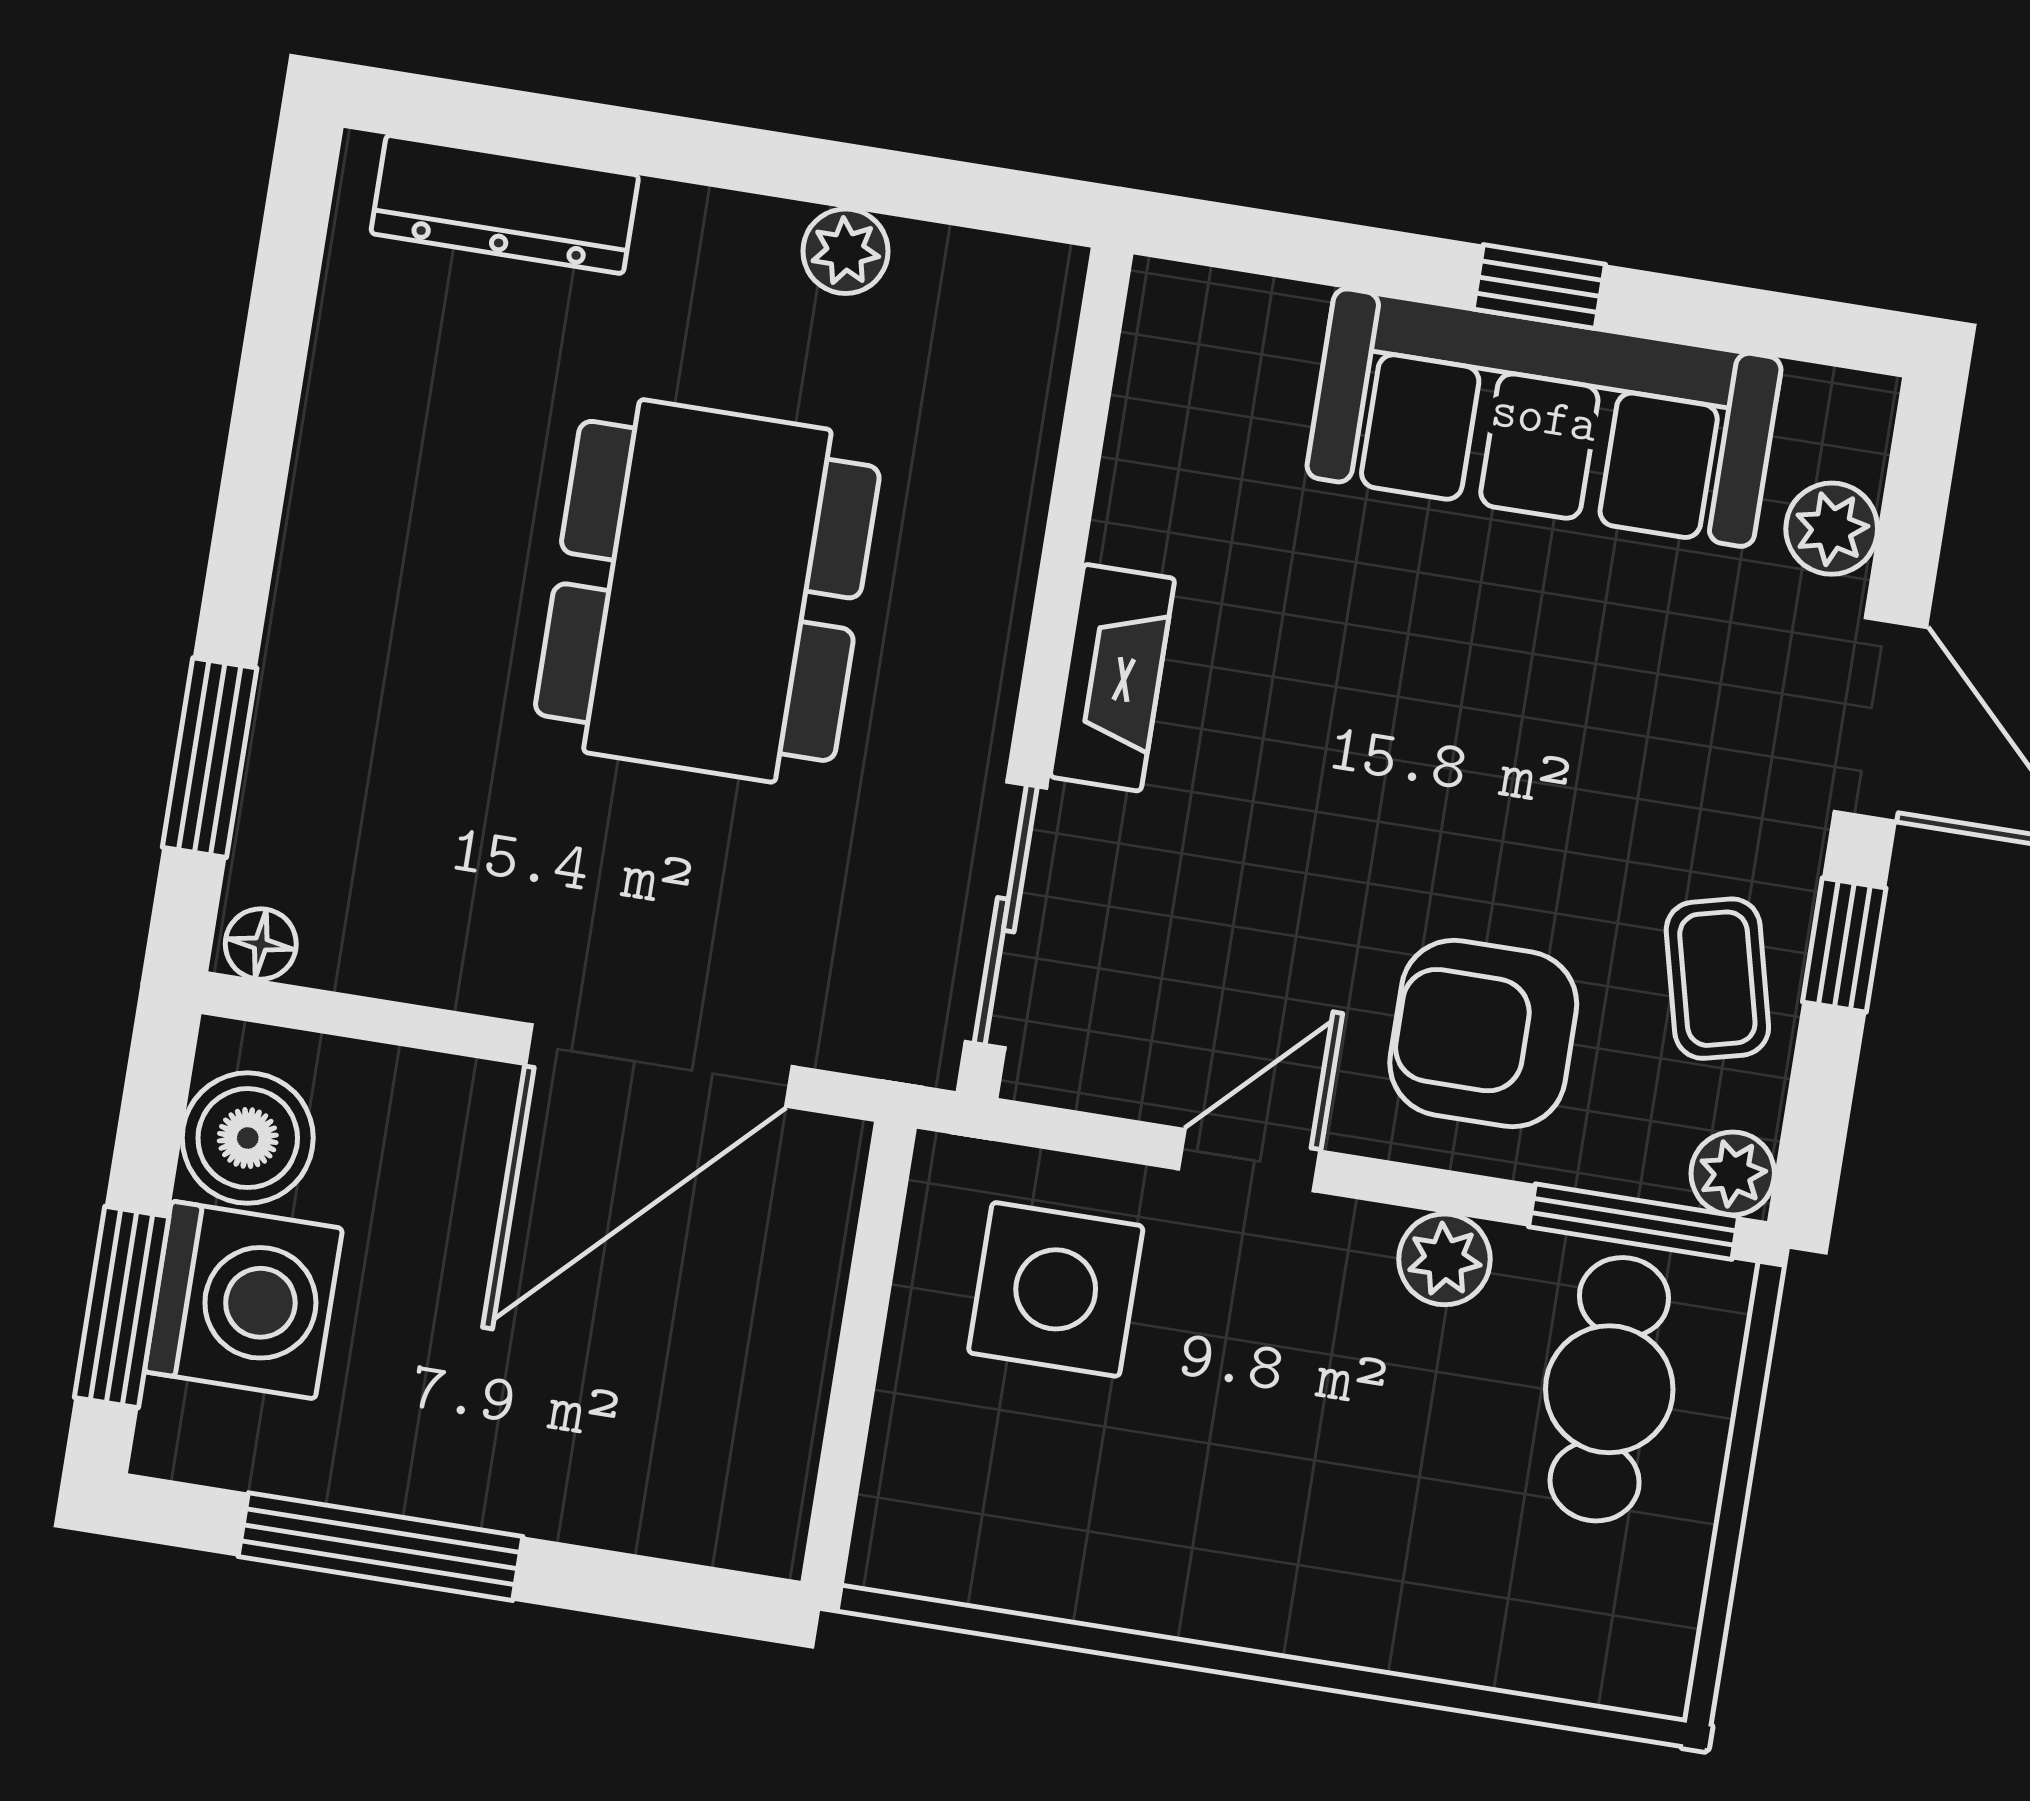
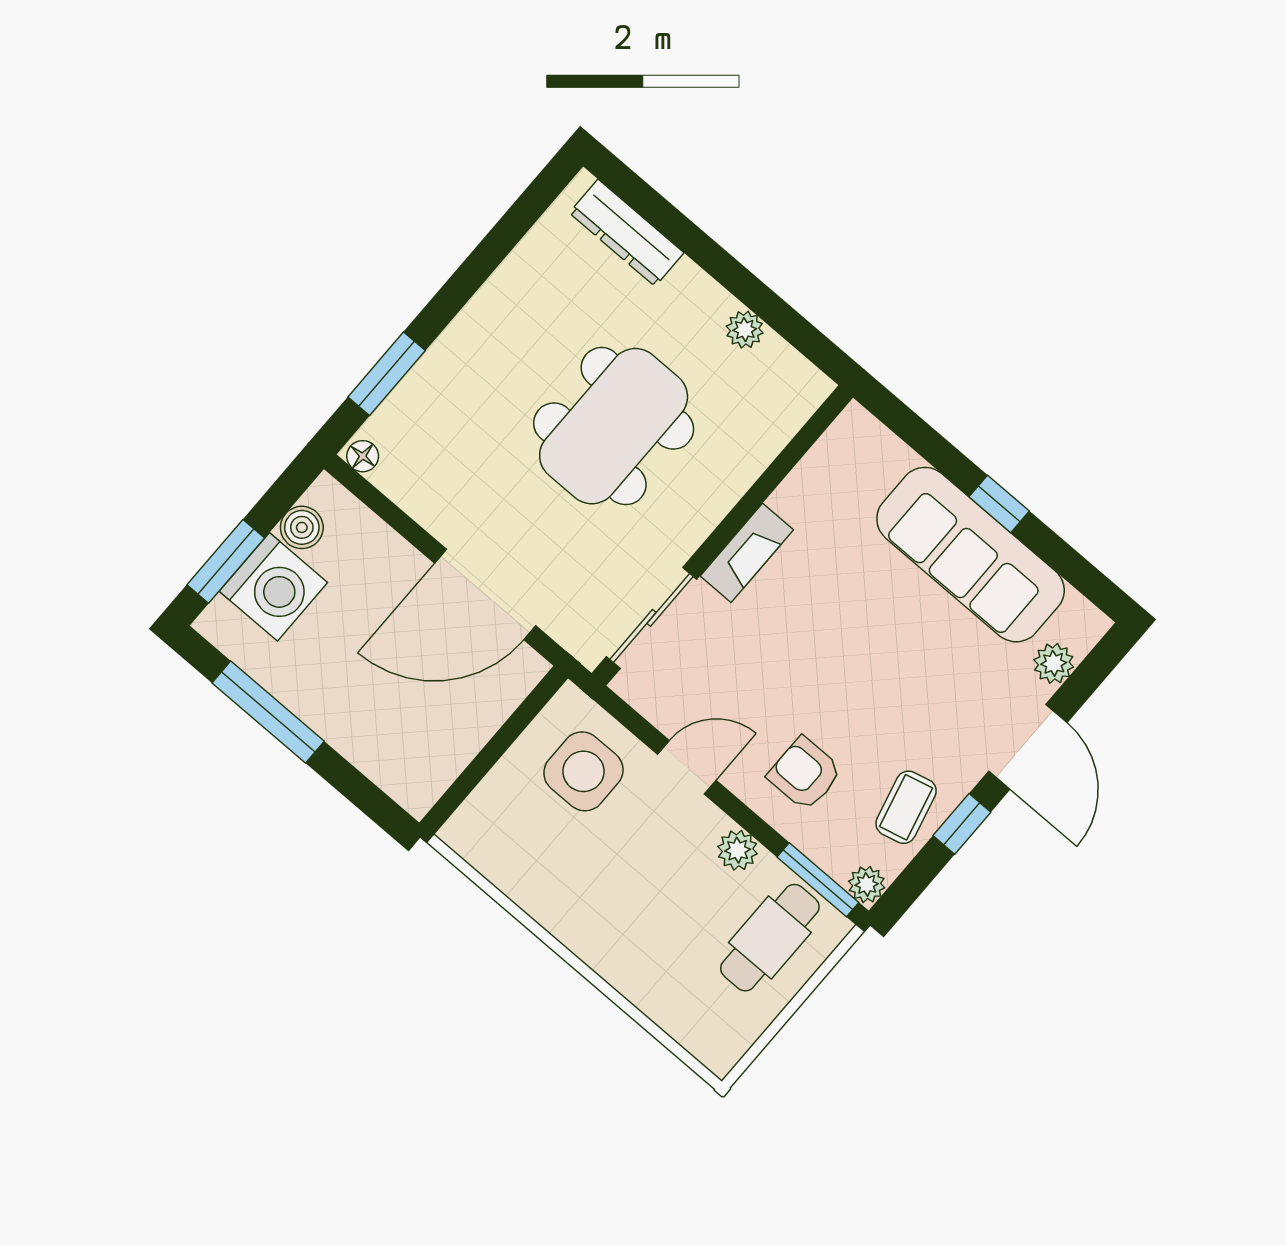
armchair: (1483, 1033) -> (805, 774), width x0.72, depth x0.72
boiler: (248, 1138) -> (302, 527), width x0.73, depth x0.73

